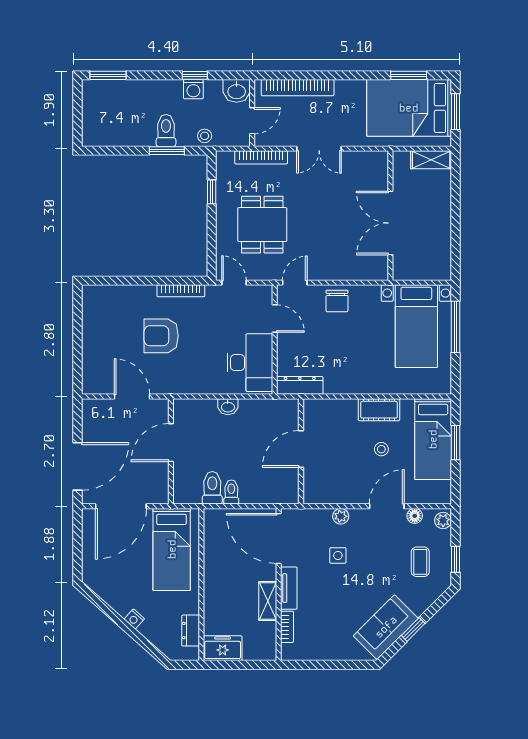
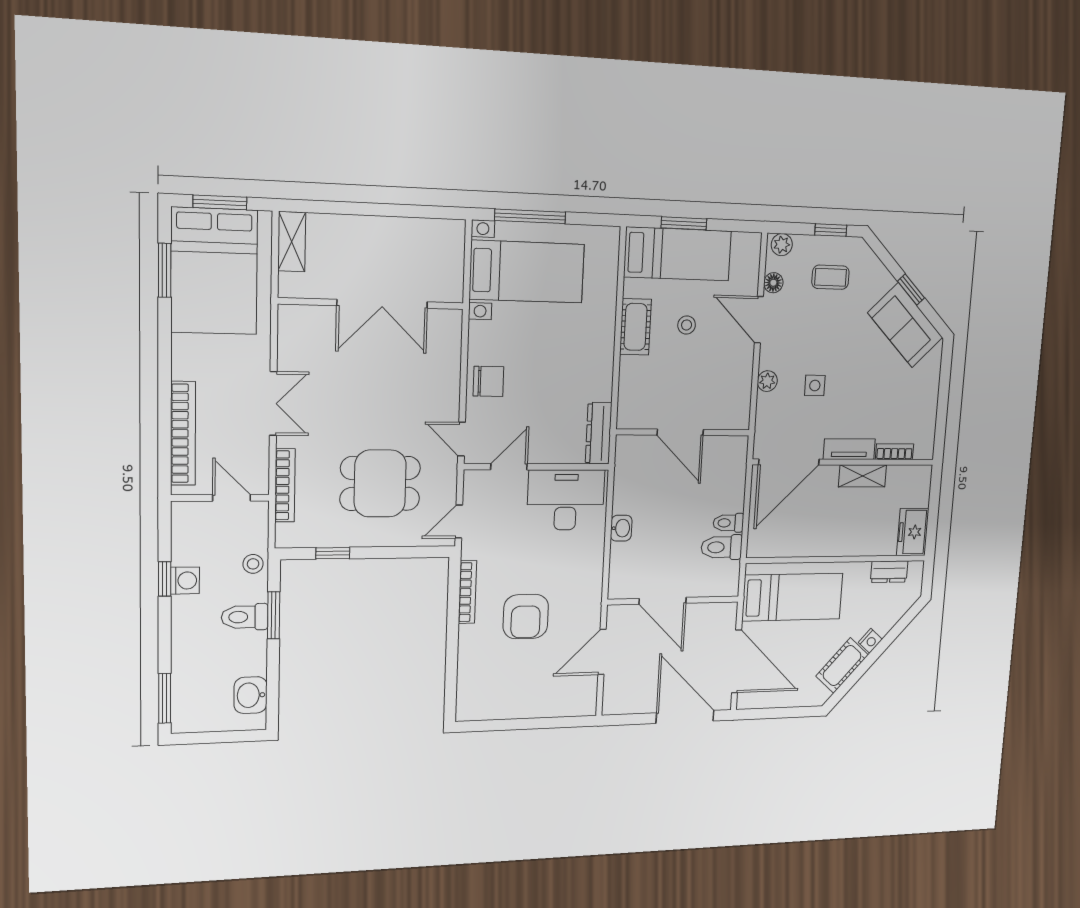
washbasin: (237, 91) -> (251, 695), moved, turned 180
cot: (115, 596) -> (842, 665), added

